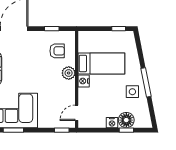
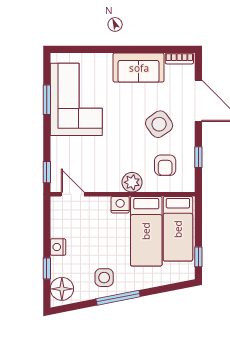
bed: (100, 42) -> (178, 229), added
side table: (30, 55) -> (159, 124), added
floor lamp: (126, 120) -> (62, 289), moved

